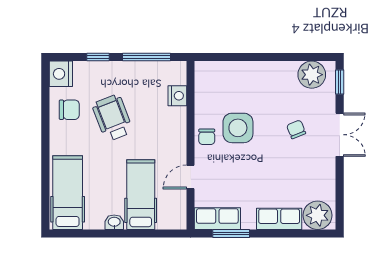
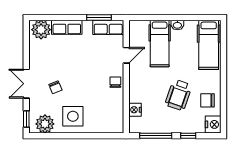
wheelchair: (113, 118) -> (178, 95), turned 40
side table: (238, 128) -> (73, 116), moved

